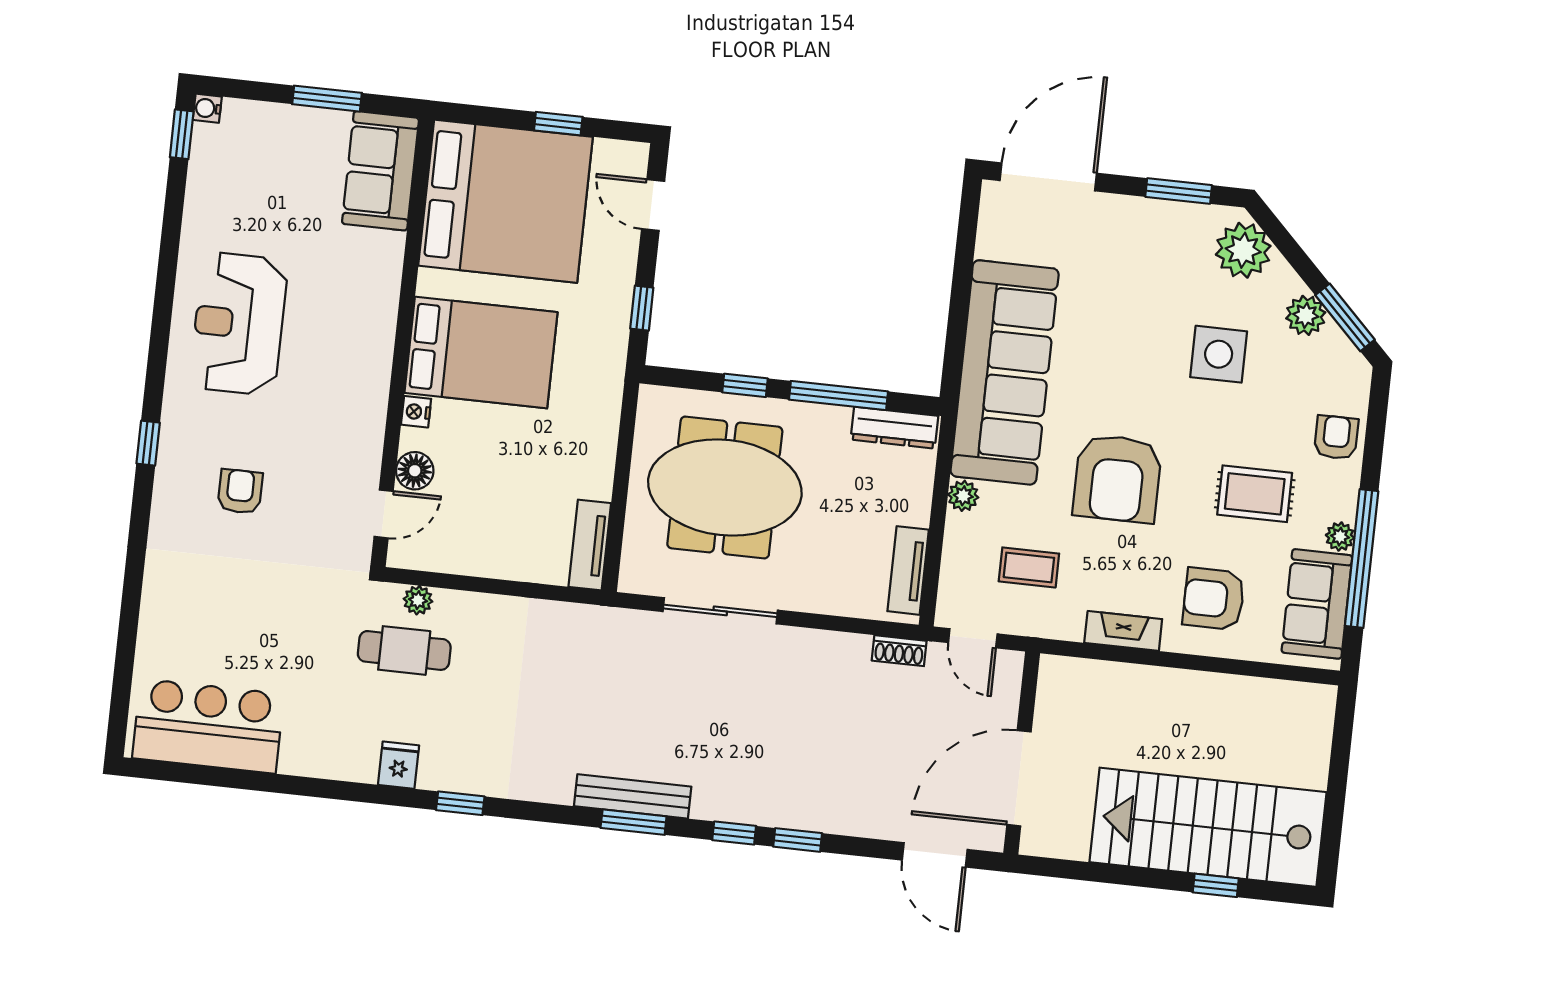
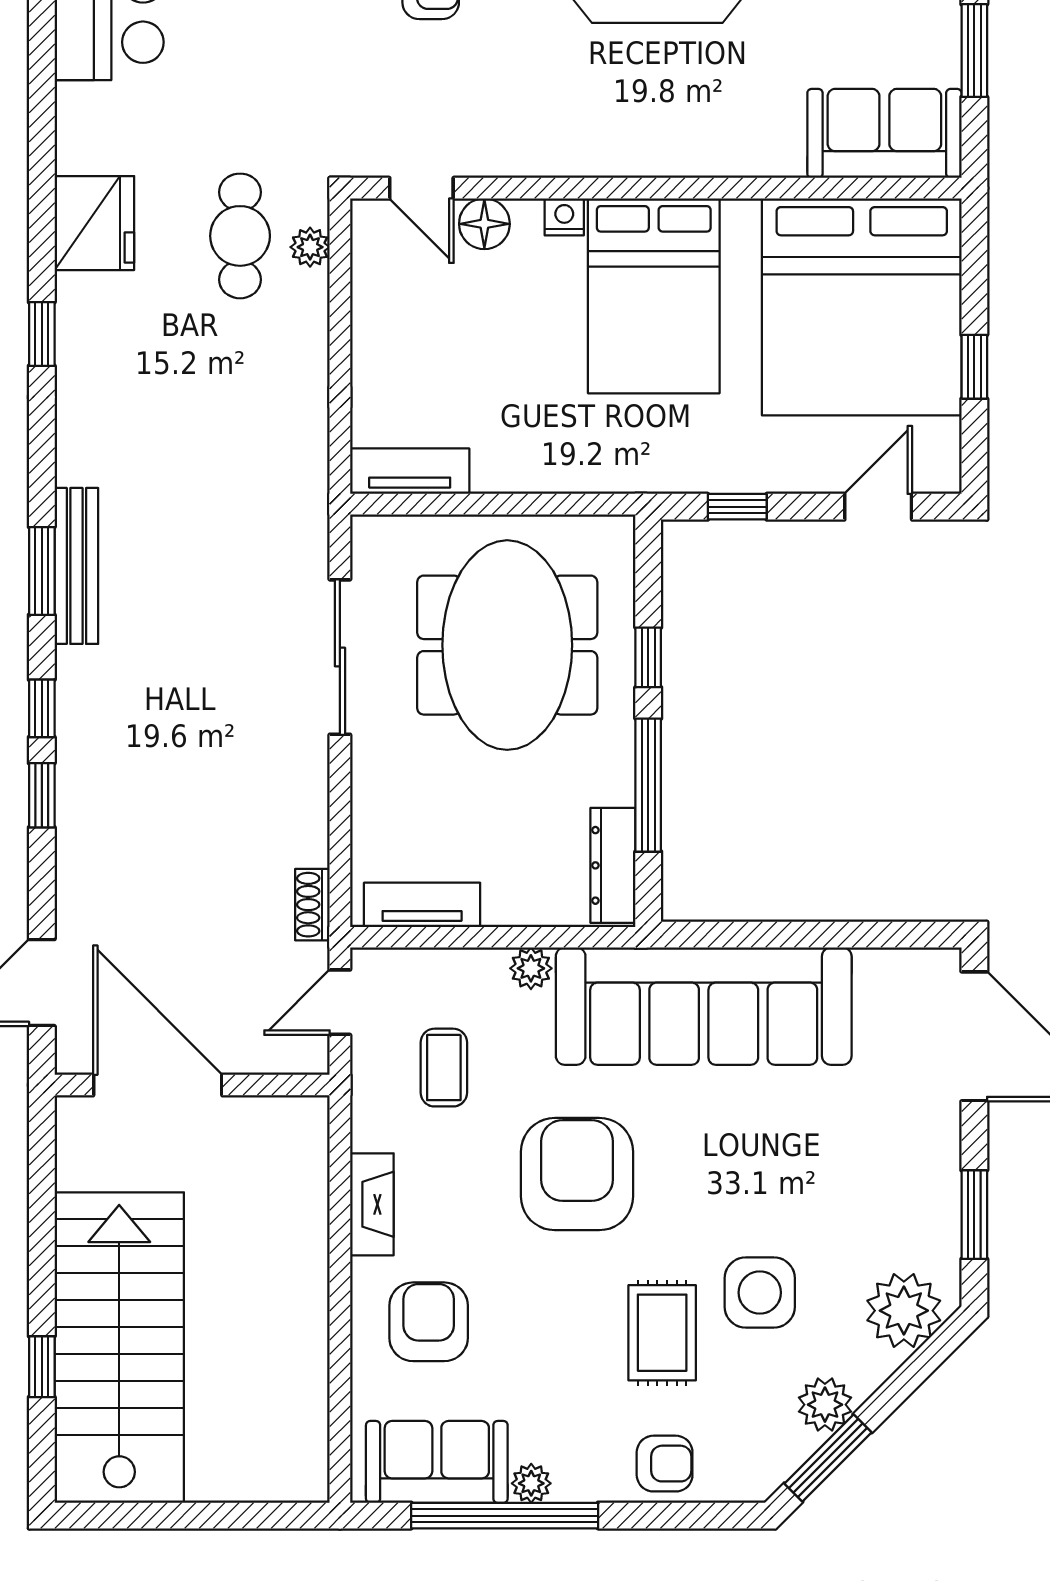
armchair: (1117, 478) -> (577, 1174), turned 90
rug: (1255, 494) -> (662, 1333), moved
fridge: (399, 765) -> (94, 223), width x1.88, depth x1.34

